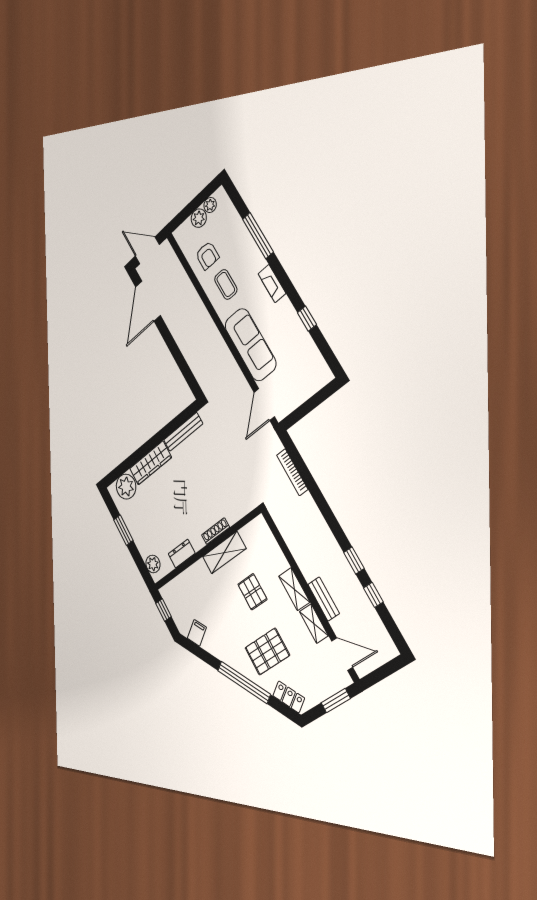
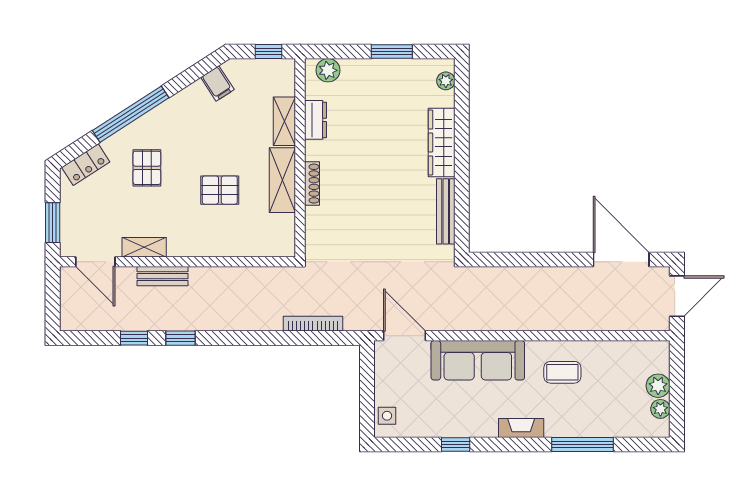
armchair: (207, 255) -> (610, 370), removed
side table: (317, 379) -> (387, 416), added
plant: (126, 487) -> (446, 81), width x0.53, depth x0.53
shelving: (294, 589) -> (284, 121), moved, turned 90
pallet: (267, 652) -> (147, 168), width x0.67, depth x0.71
door: (342, 654) -> (95, 262), hinge flipped

